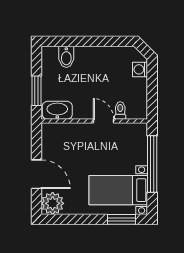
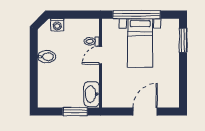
bidet: (66, 57) -> (47, 57), moved
bed with nightstands: (118, 190) -> (140, 43), moved
plant: (53, 203) -> (170, 98), removed

